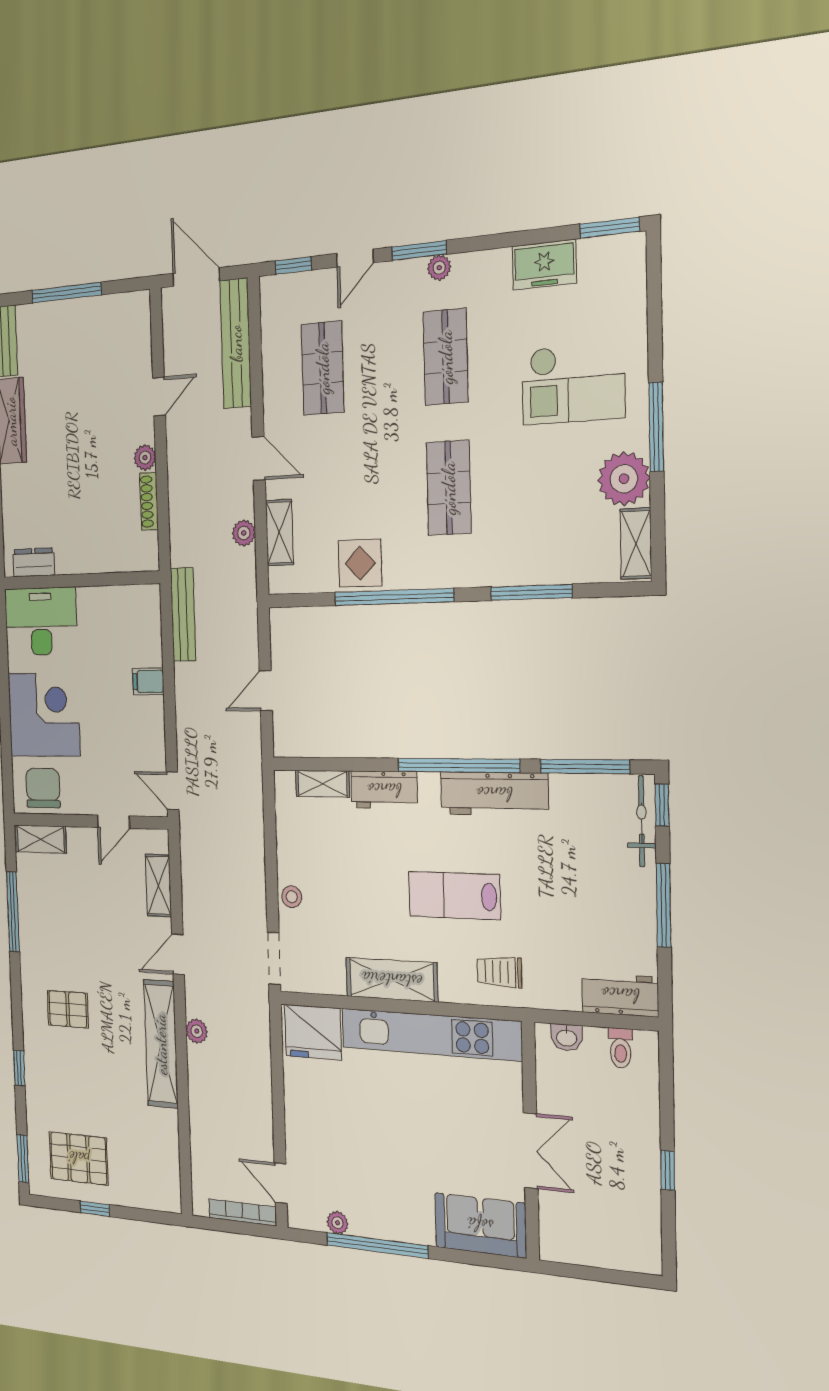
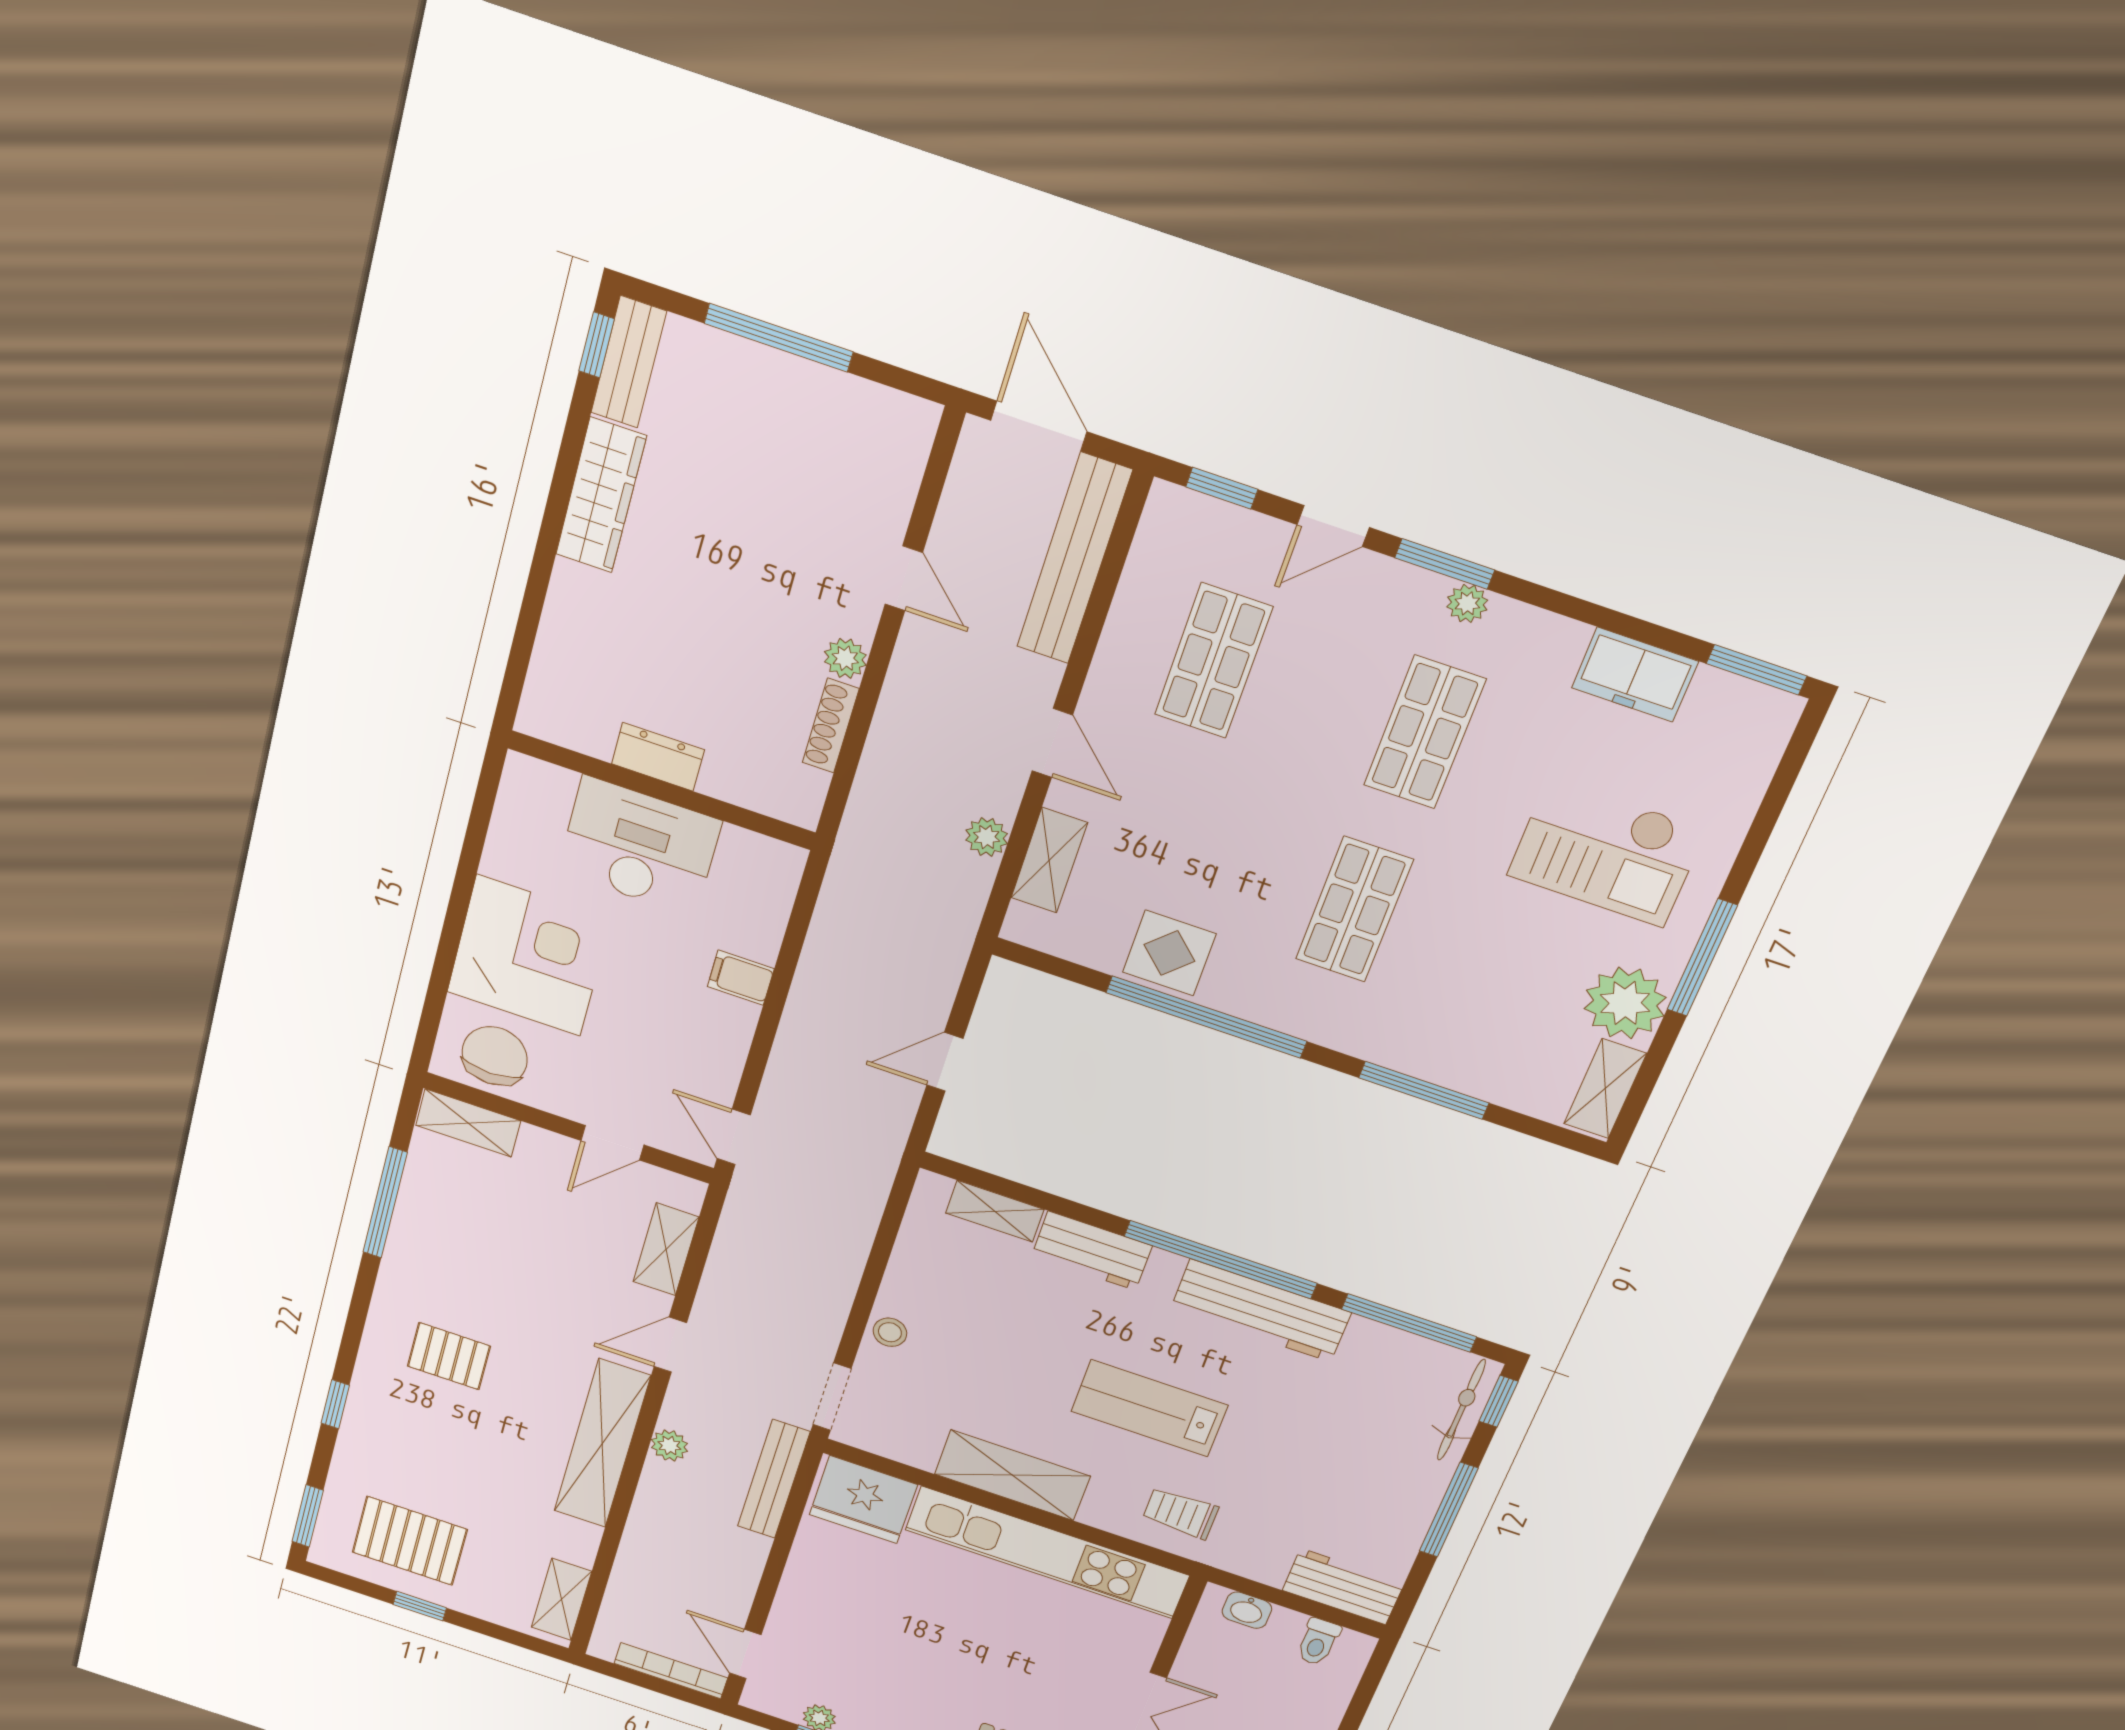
door: (159, 397) -> (904, 578), hinge flipped
dresser: (34, 562) -> (658, 757), moved
bench: (183, 614) -> (774, 1479), moved
desk: (41, 621) -> (639, 846), moved
shelving: (169, 1175) -> (561, 1599), added

